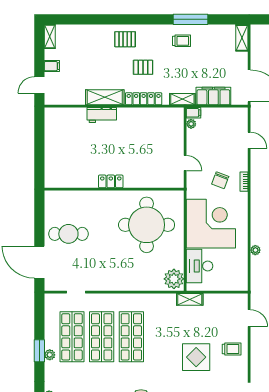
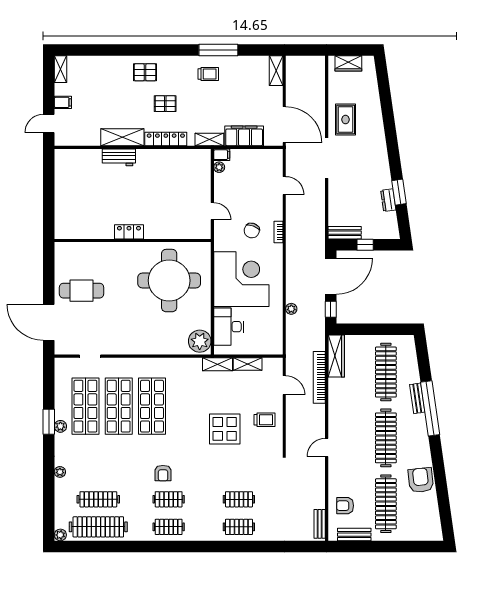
shelving: (217, 299) -> (248, 364), added

